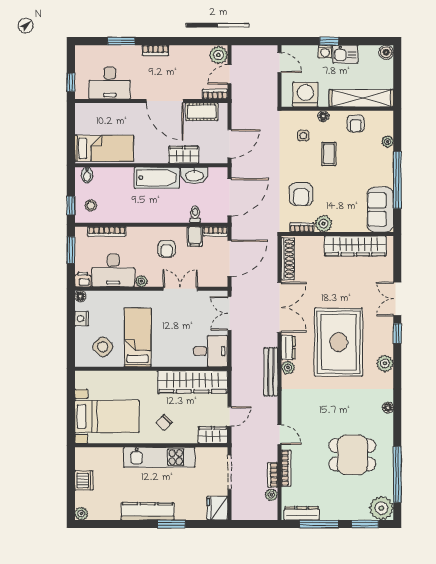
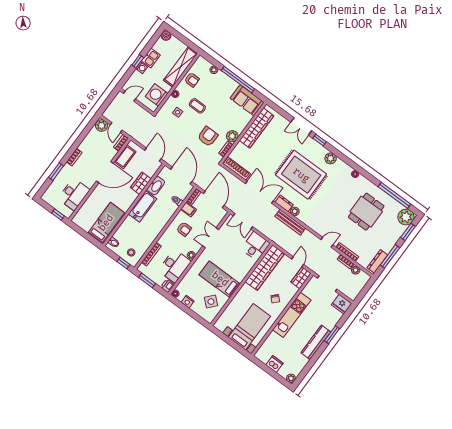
armchair: (301, 194) -> (208, 136), turned -90

